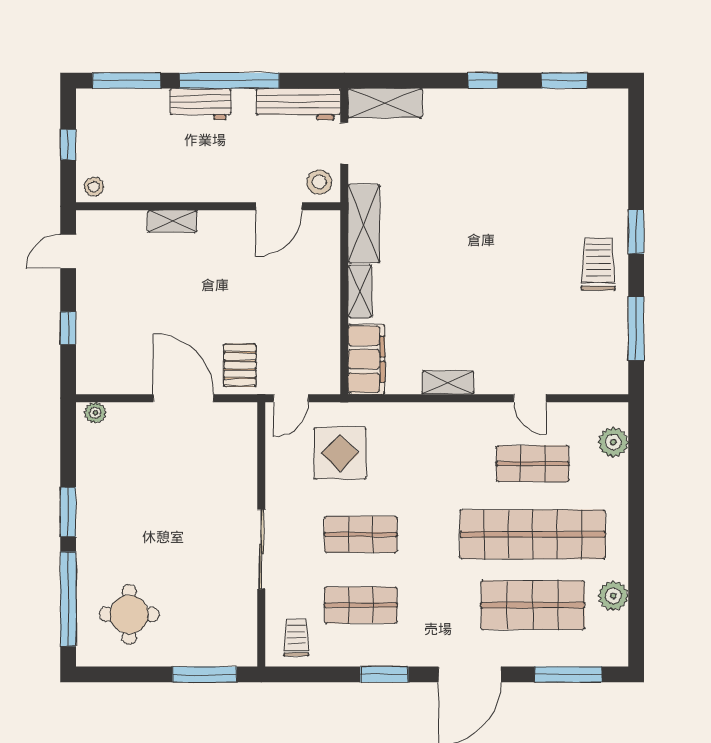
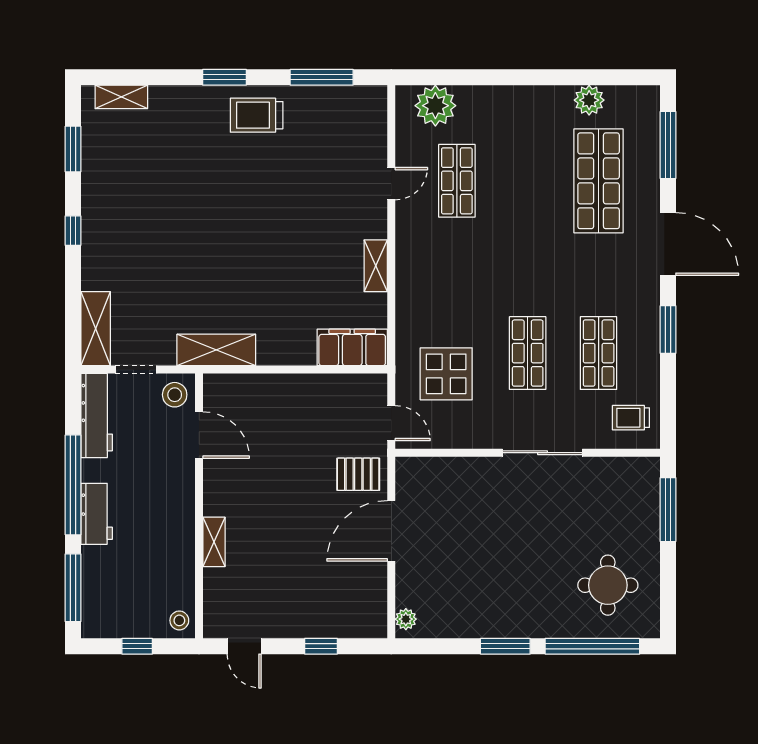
shelving: (360, 291) -> (121, 97), moved
plant: (613, 442) -> (435, 106), width x1.36, depth x1.36
shop shelf: (533, 534) -> (528, 181), removed

